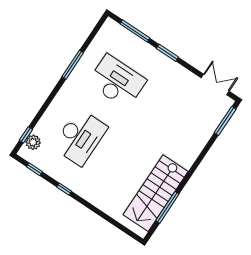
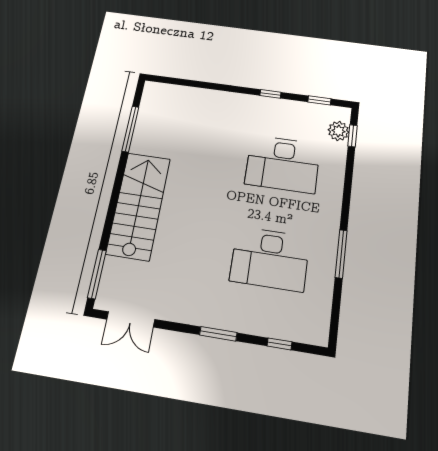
window: (135, 31) -> (279, 344), width x0.46
desk: (80, 137) -> (283, 164), turned -90
stairs: (156, 193) -> (139, 206), moved

